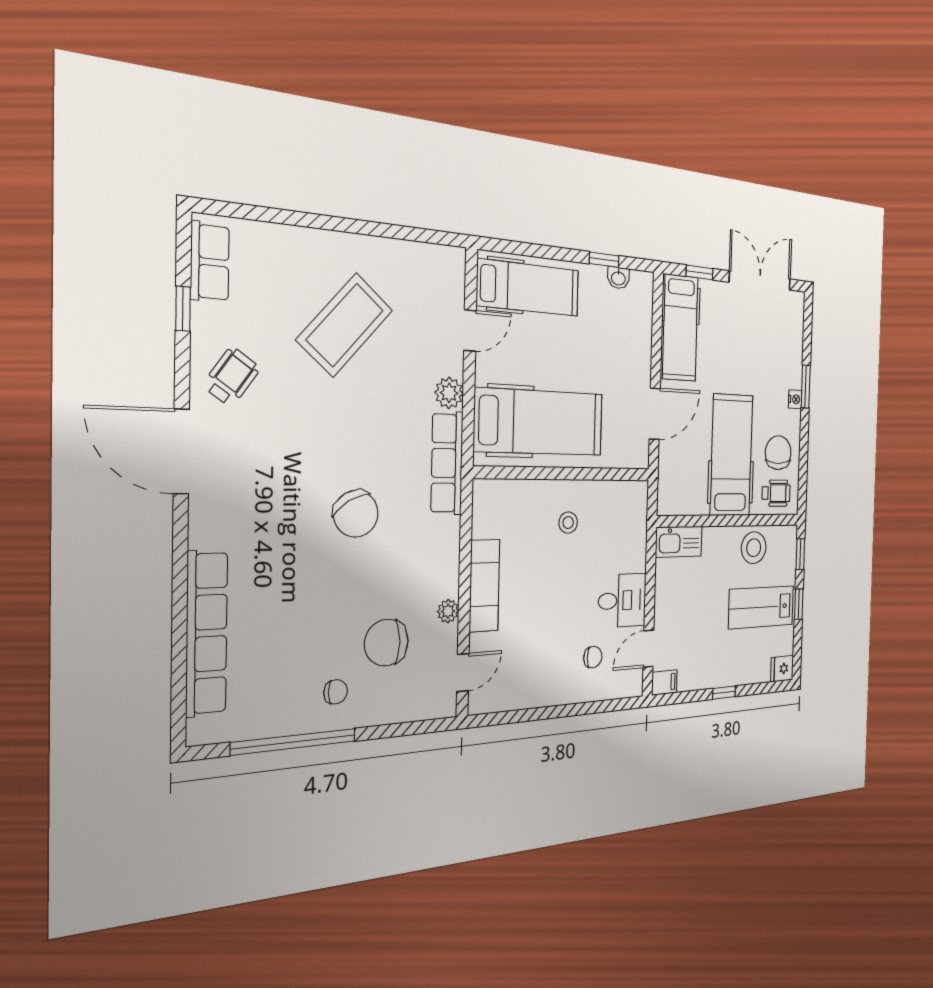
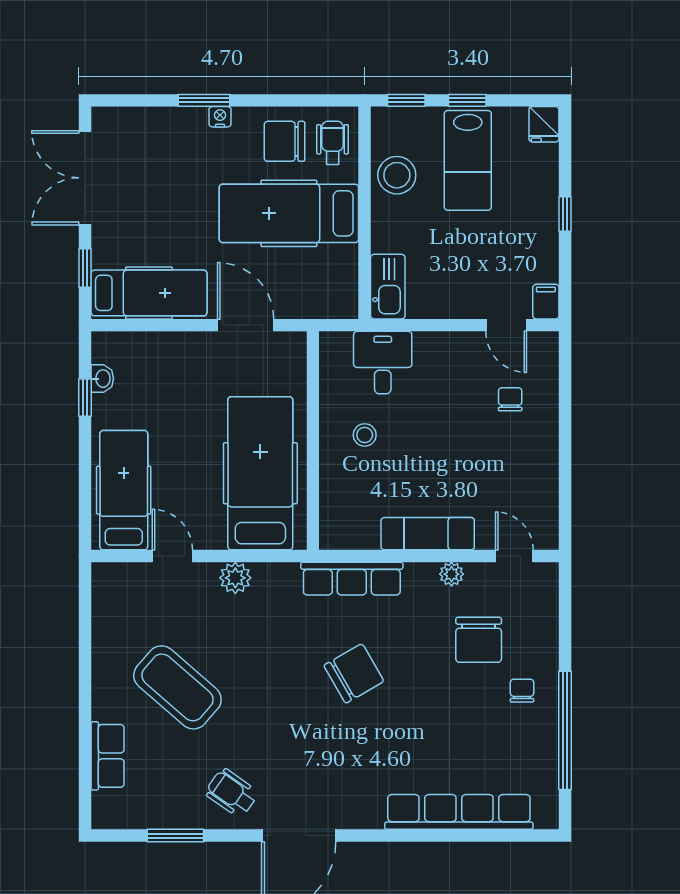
row of seats: (210, 262) -> (108, 756), moved, turned 90
window: (183, 309) -> (175, 836), width x1.50
row of seats: (447, 463) -> (352, 579), moved
desk: (622, 600) -> (383, 363), moved

